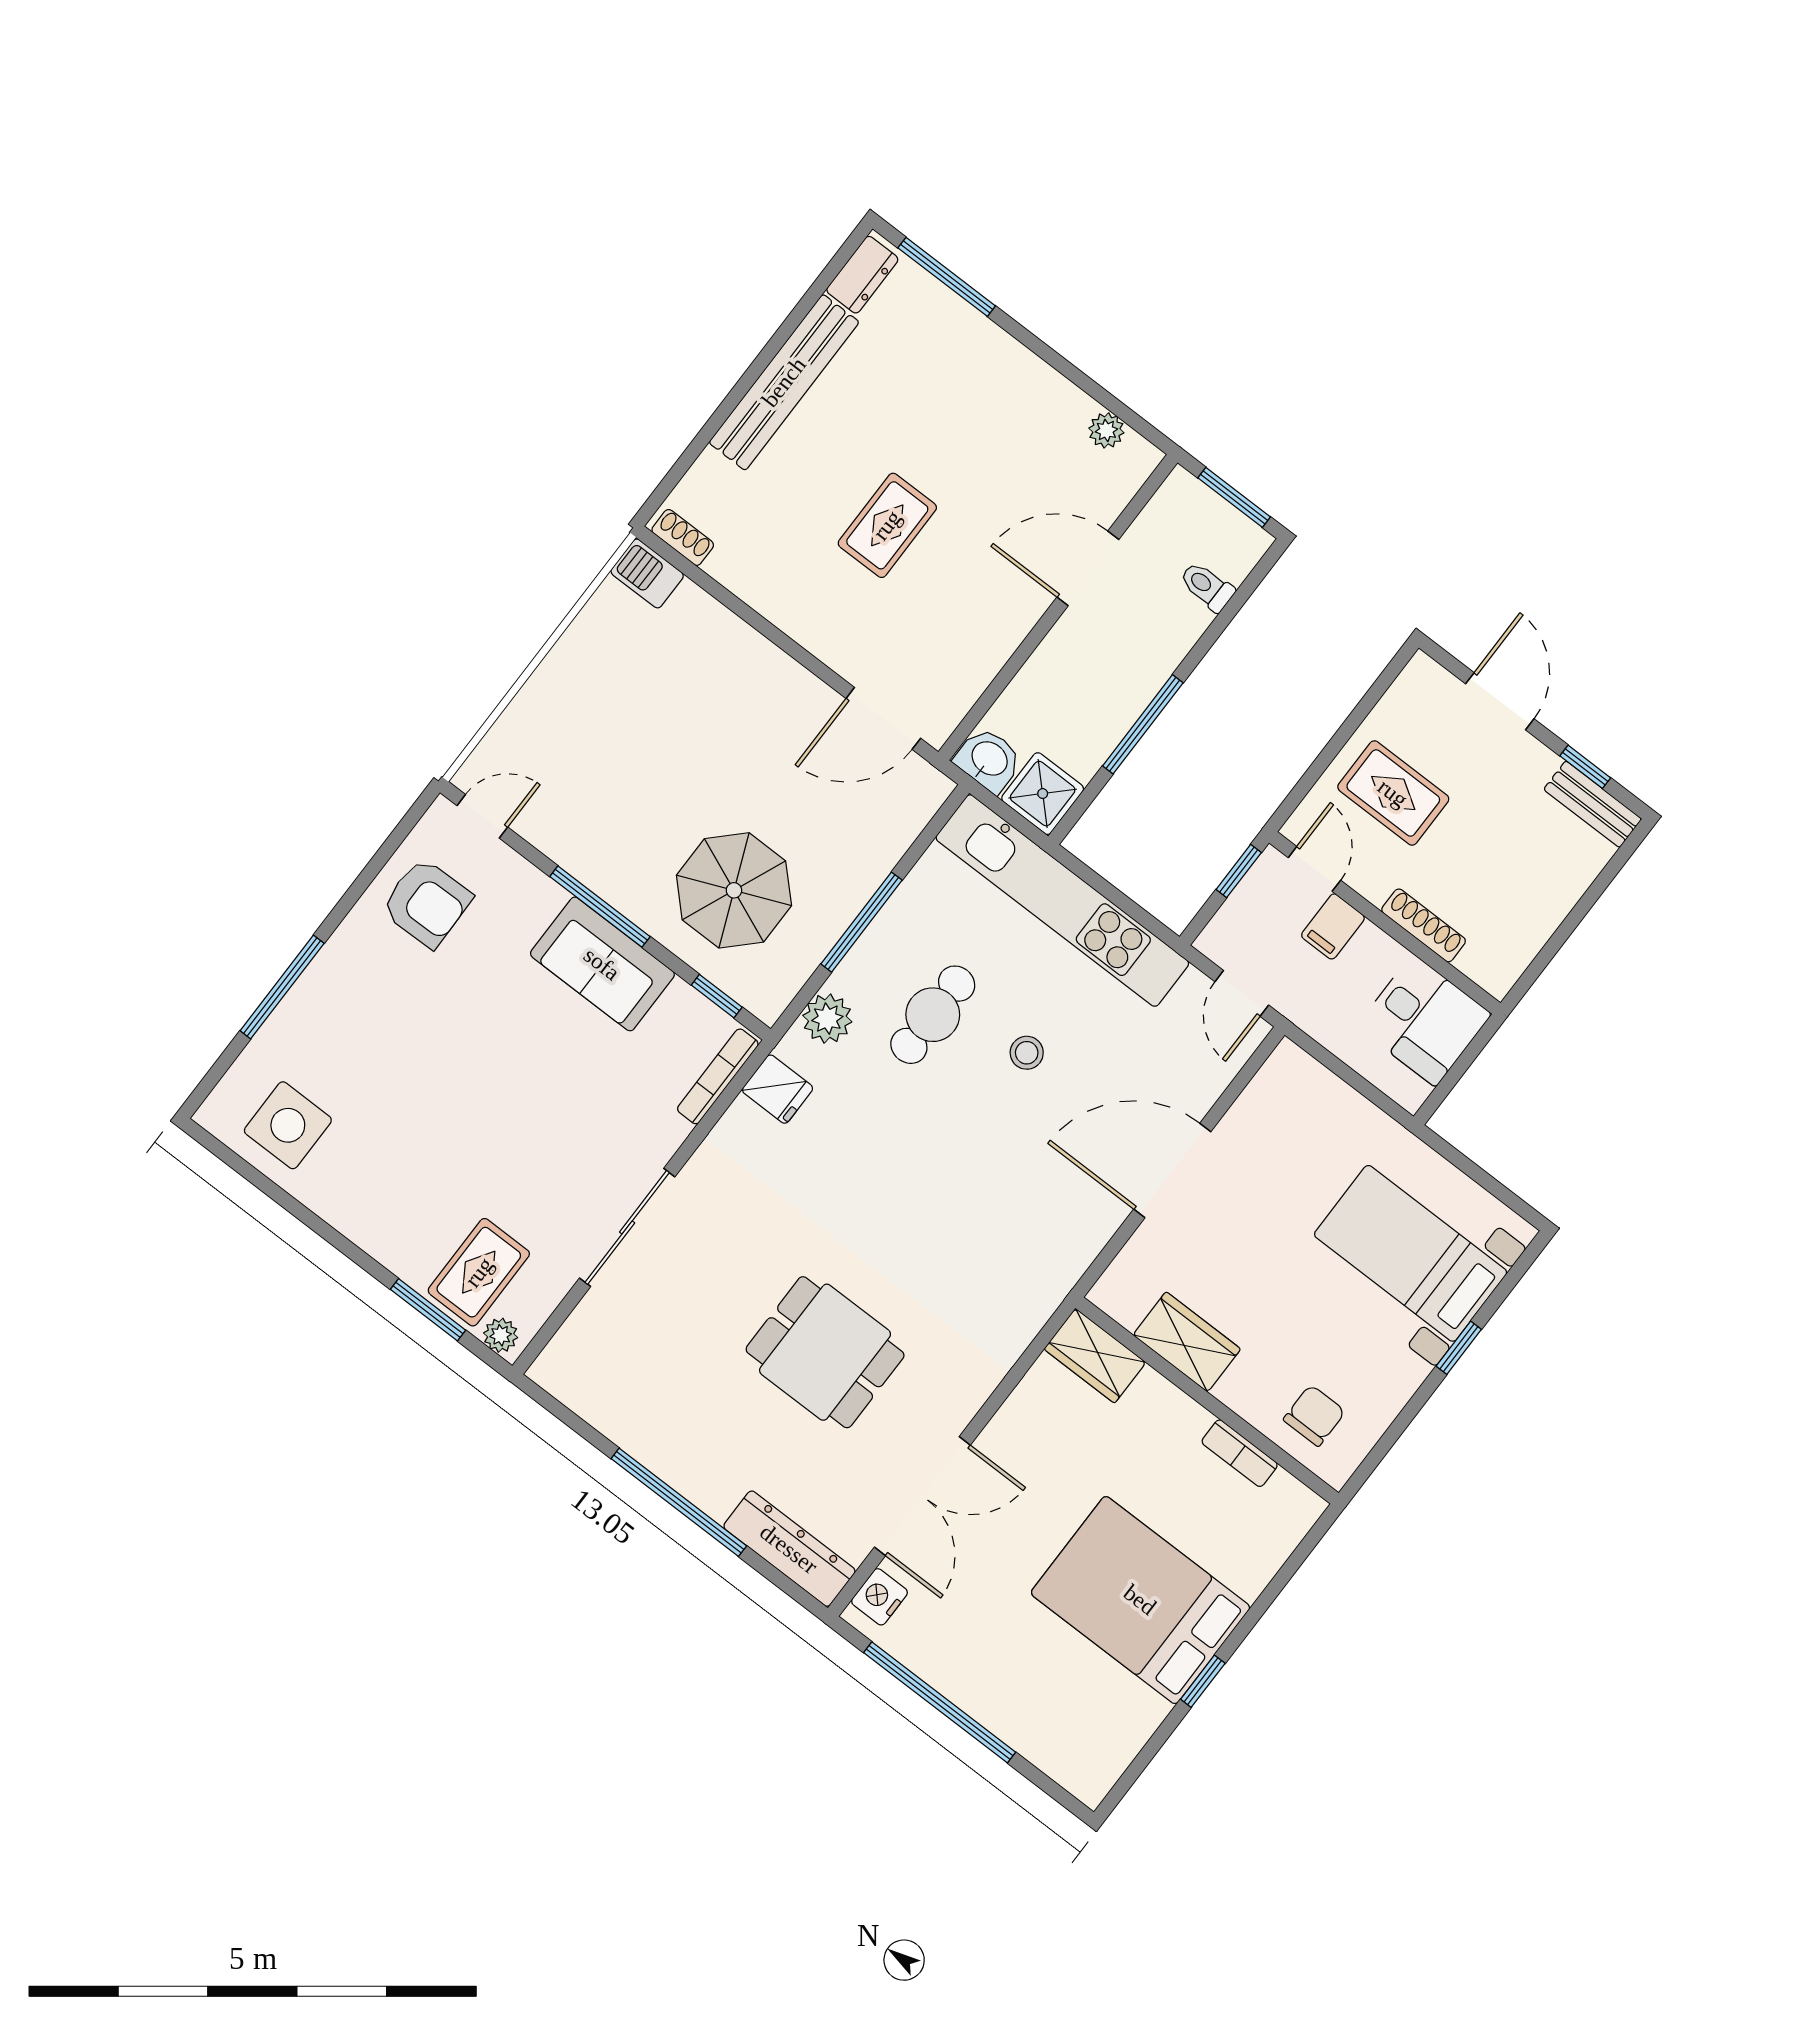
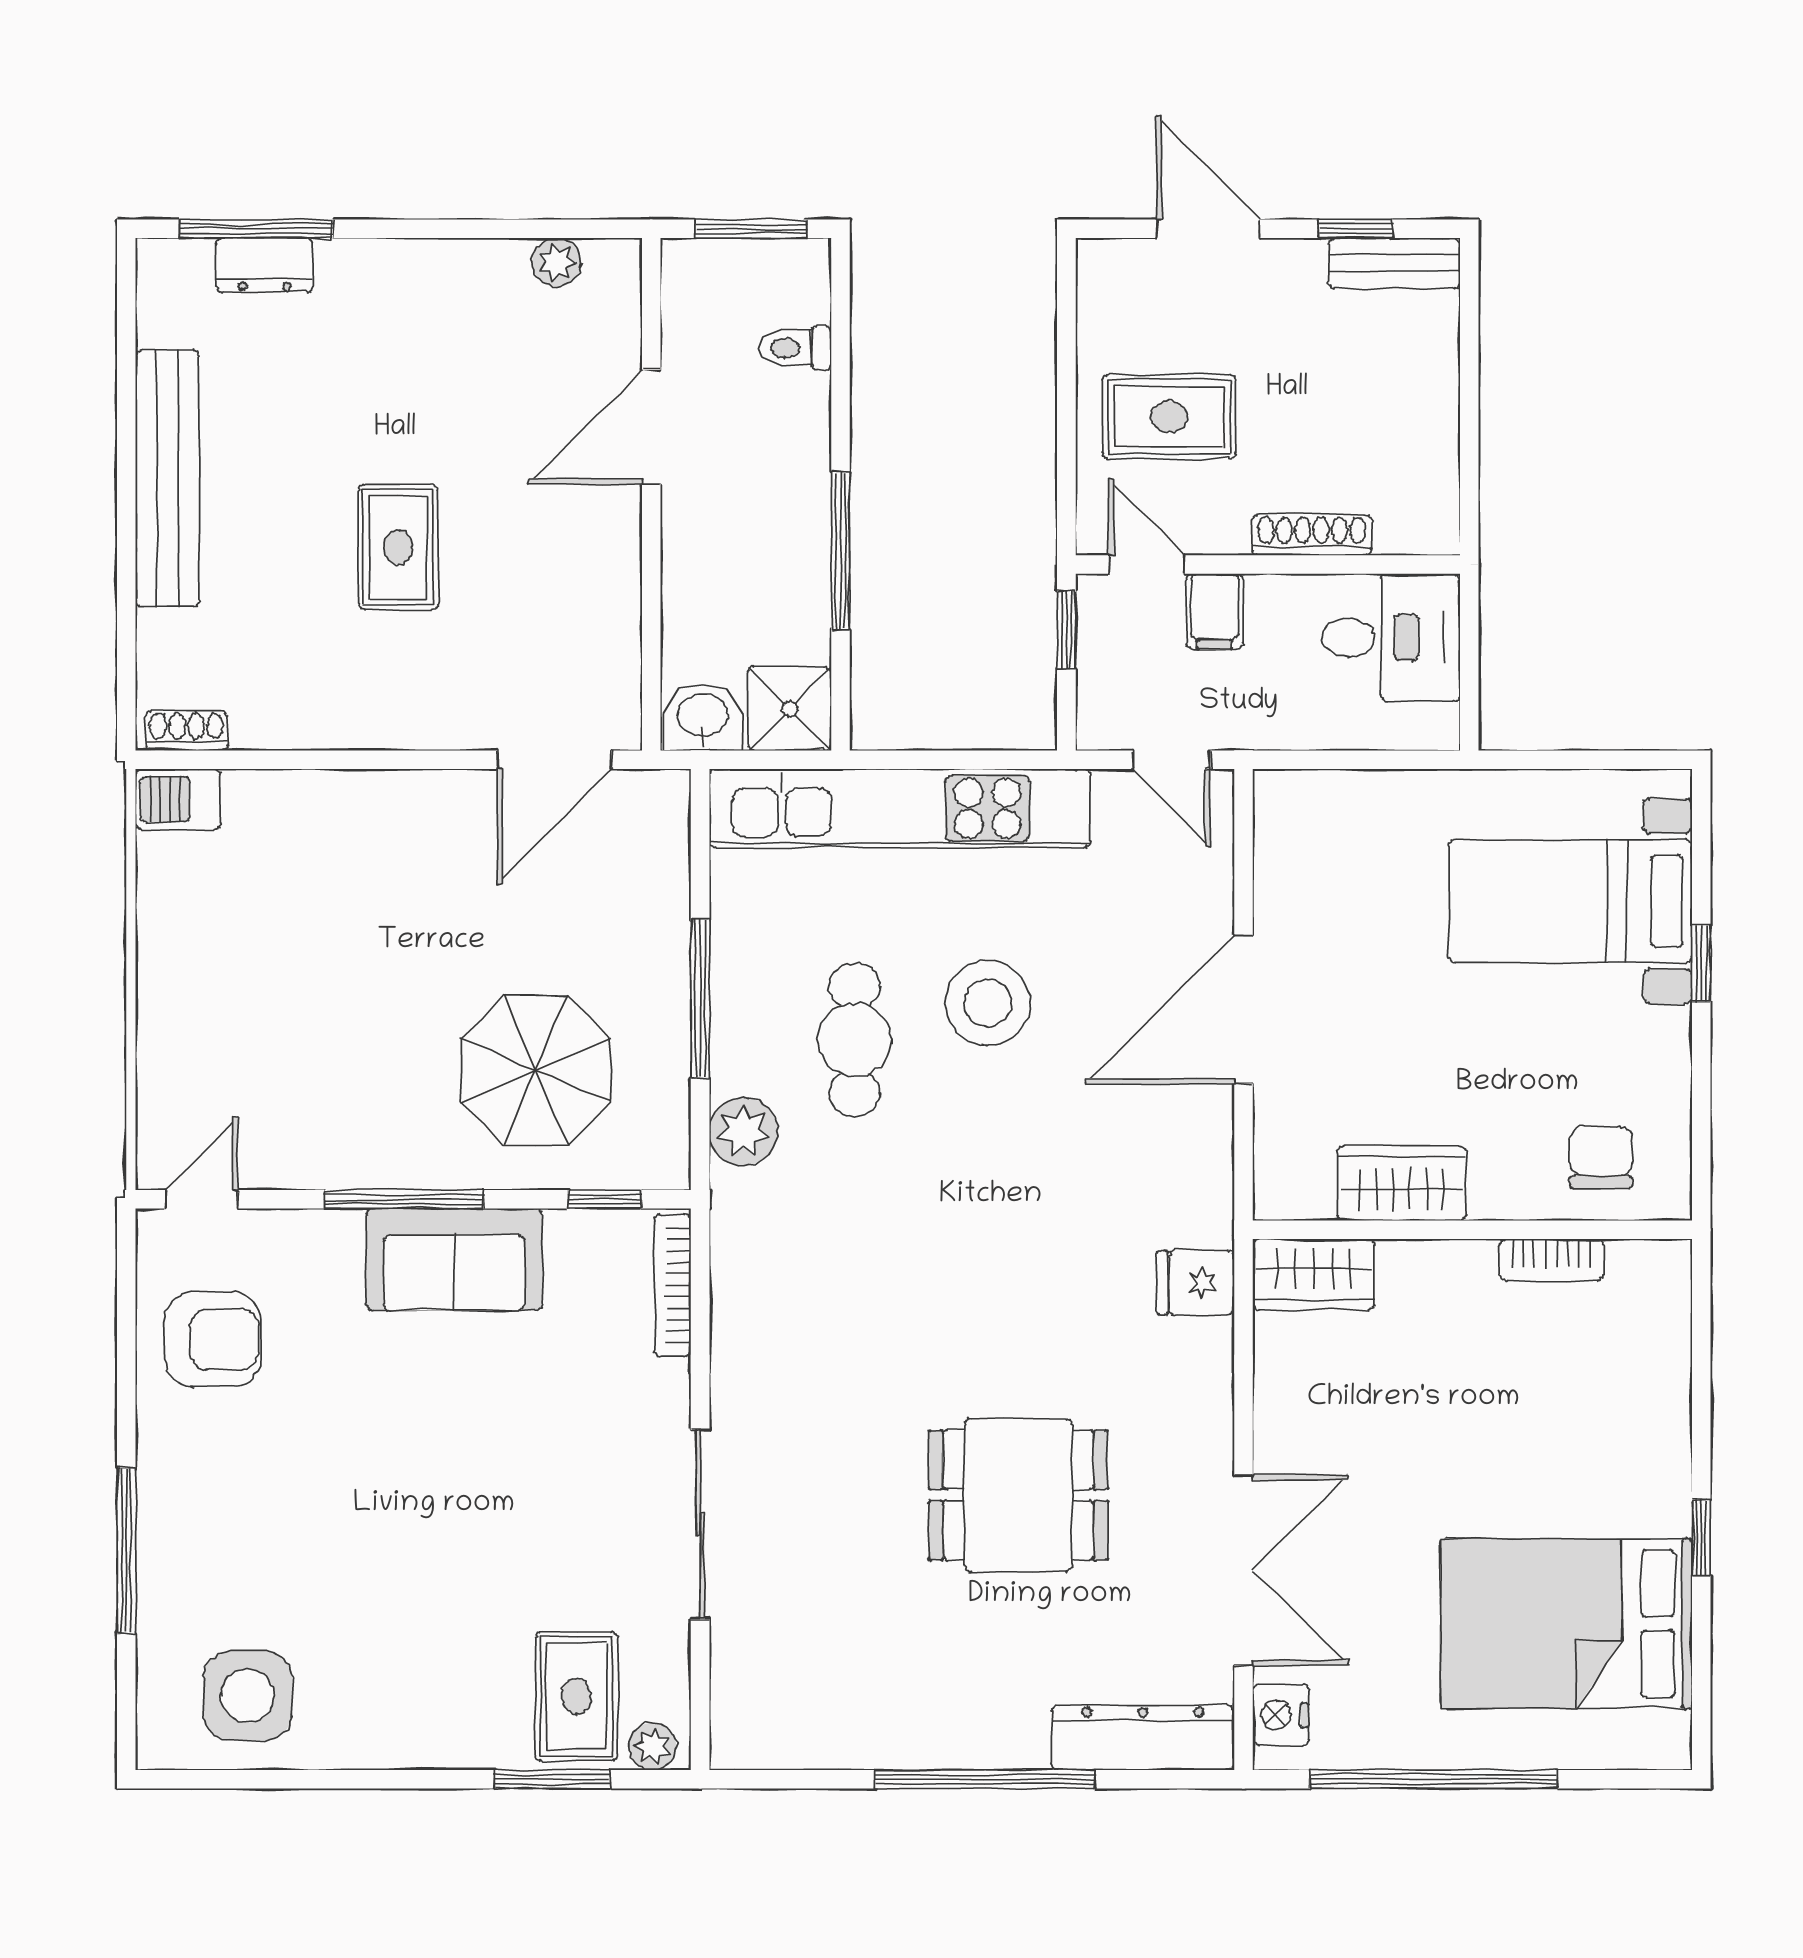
dresser: (862, 275) -> (265, 265), moved, turned 90
stool: (1027, 1053) -> (988, 1003), width x1.89, depth x1.89
fridge: (778, 1089) -> (1196, 1283), moved, turned 180
bed: (1140, 1600) -> (1566, 1624), moved

